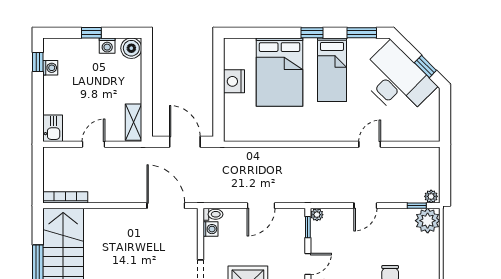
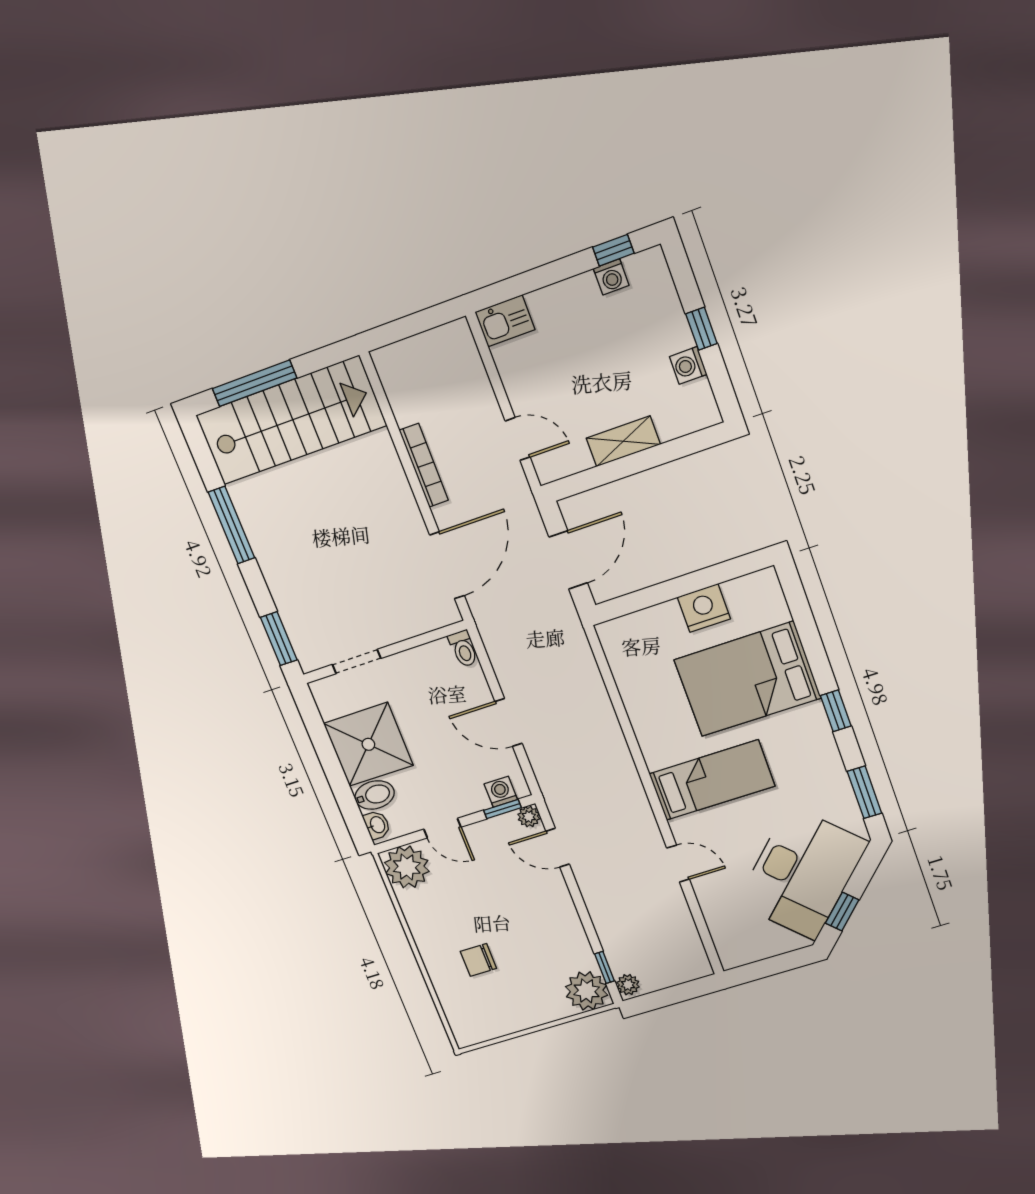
boiler: (131, 48) -> (699, 410), removed
bed: (332, 70) -> (712, 780), moved, turned 180
shelving: (134, 122) -> (623, 441), moved
door: (94, 144) -> (518, 439), moved
bookcase: (65, 197) -> (424, 465), moved
door: (365, 206) -> (558, 848), moved
washing machine: (210, 229) -> (501, 792), moved, turned 180

